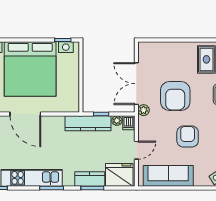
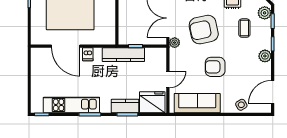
armchair: (175, 96) -> (204, 30), turned 78
plant: (117, 121) -> (150, 52), removed
dishwasher: (128, 123) -> (88, 54), moved
armchair: (188, 137) -> (215, 67), turned -90

